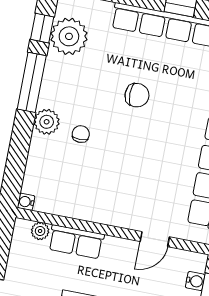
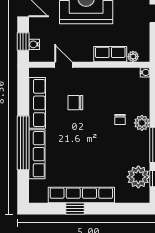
chair: (137, 95) -> (75, 103), moved
door: (155, 239) -> (63, 65), hinge flipped

